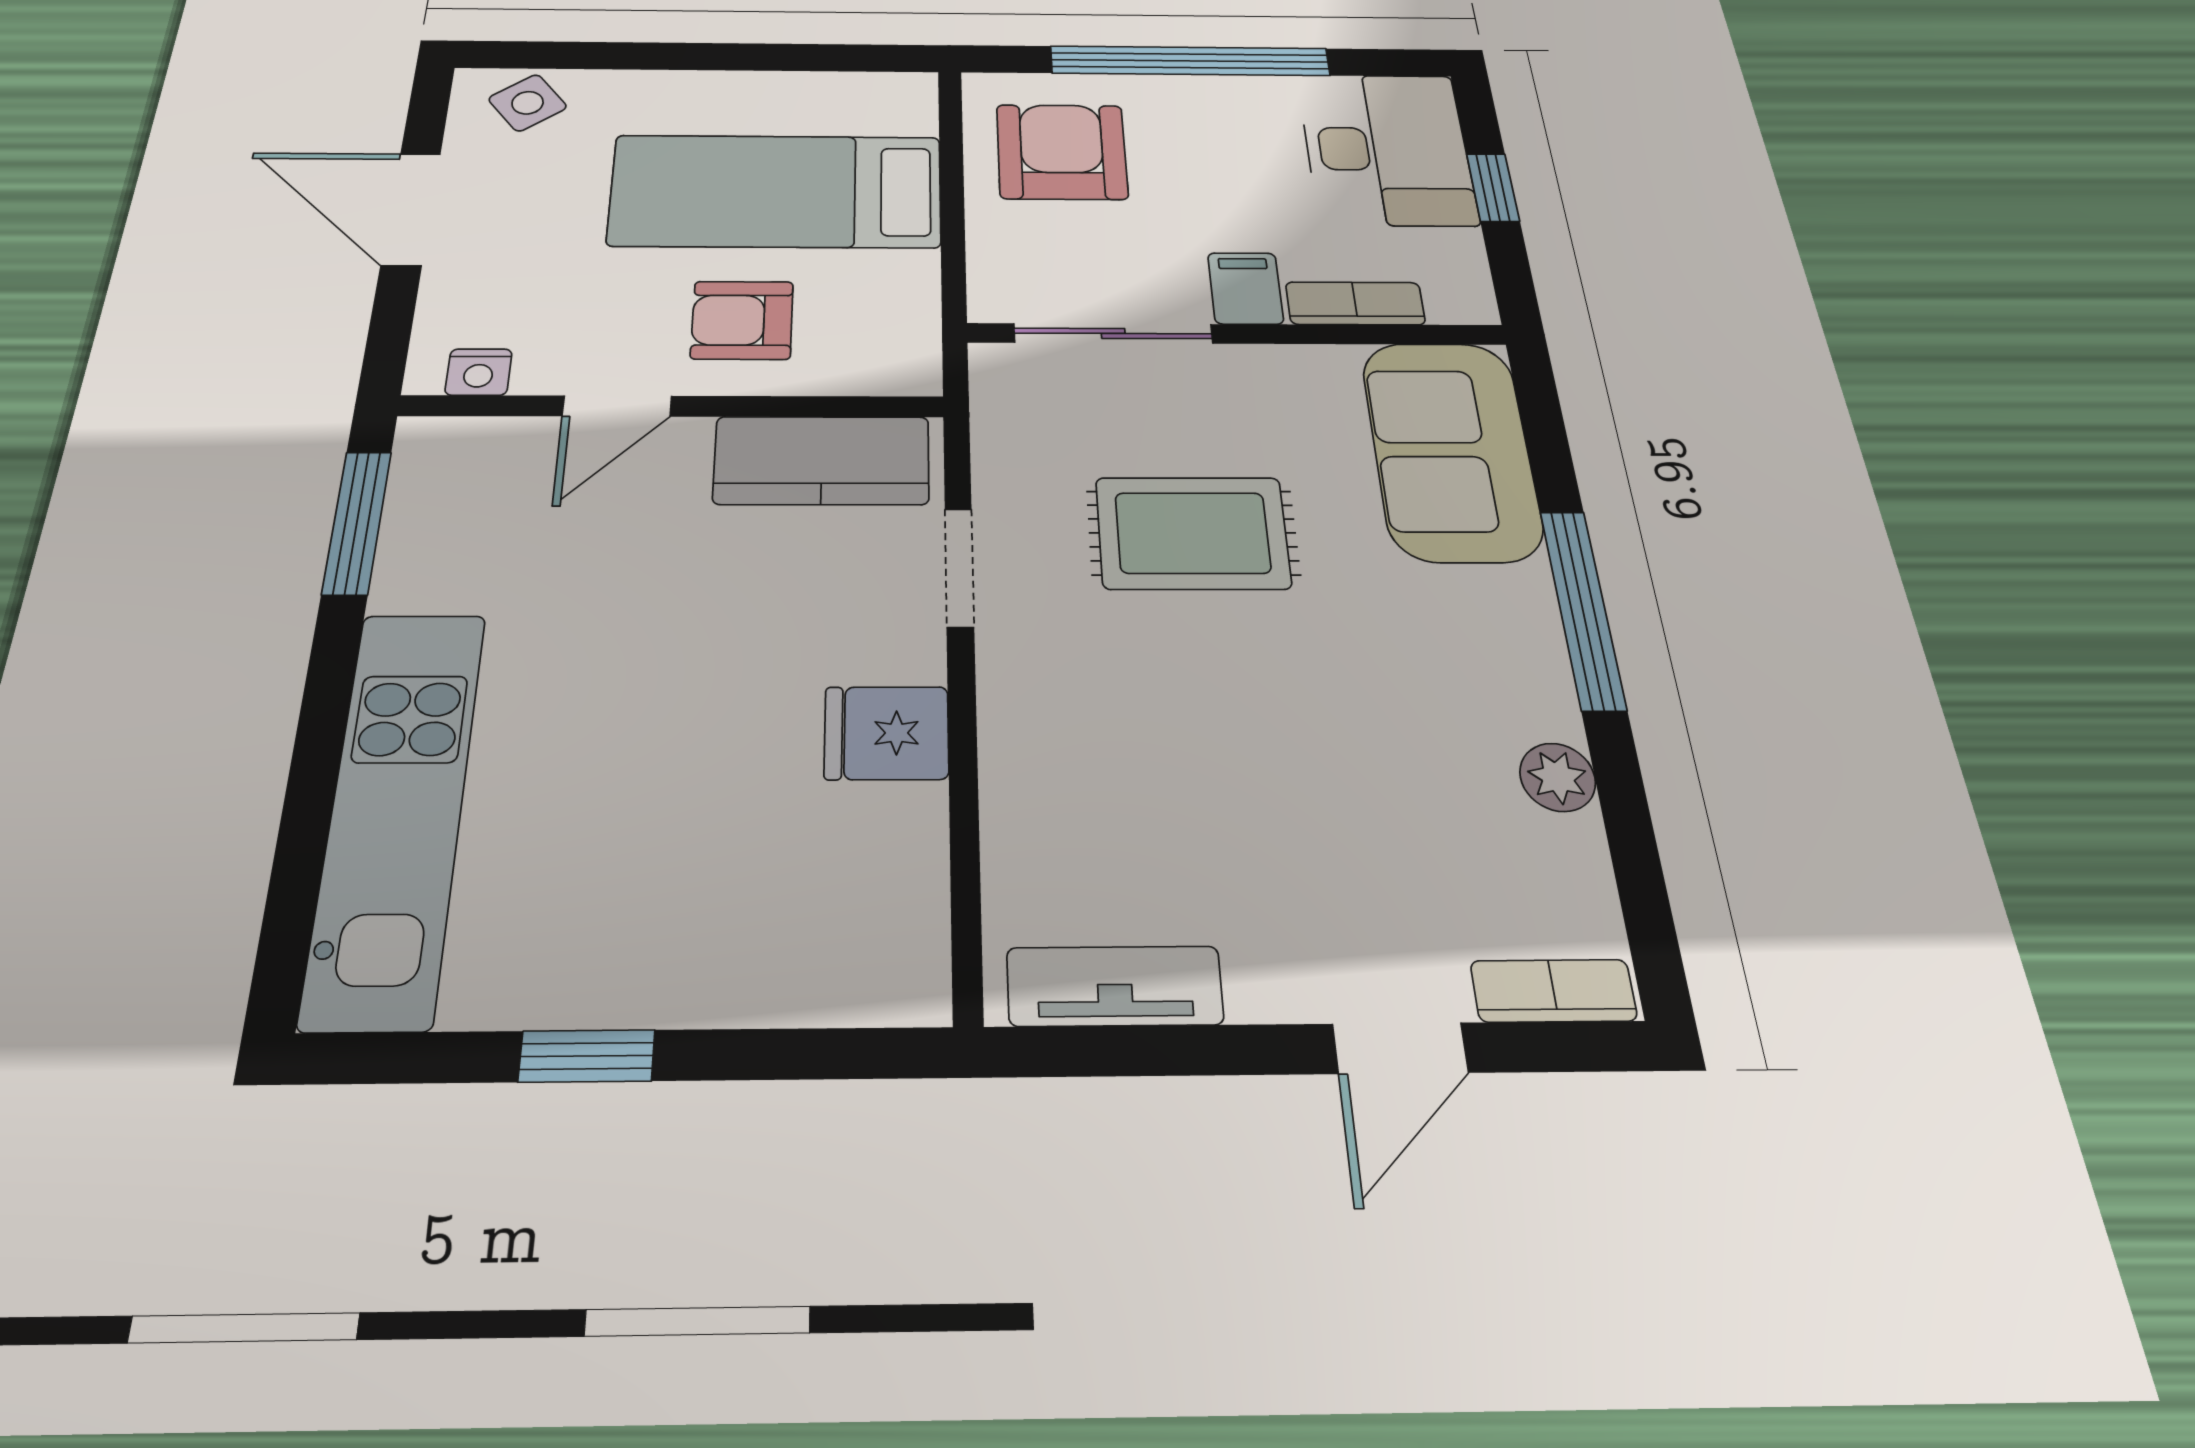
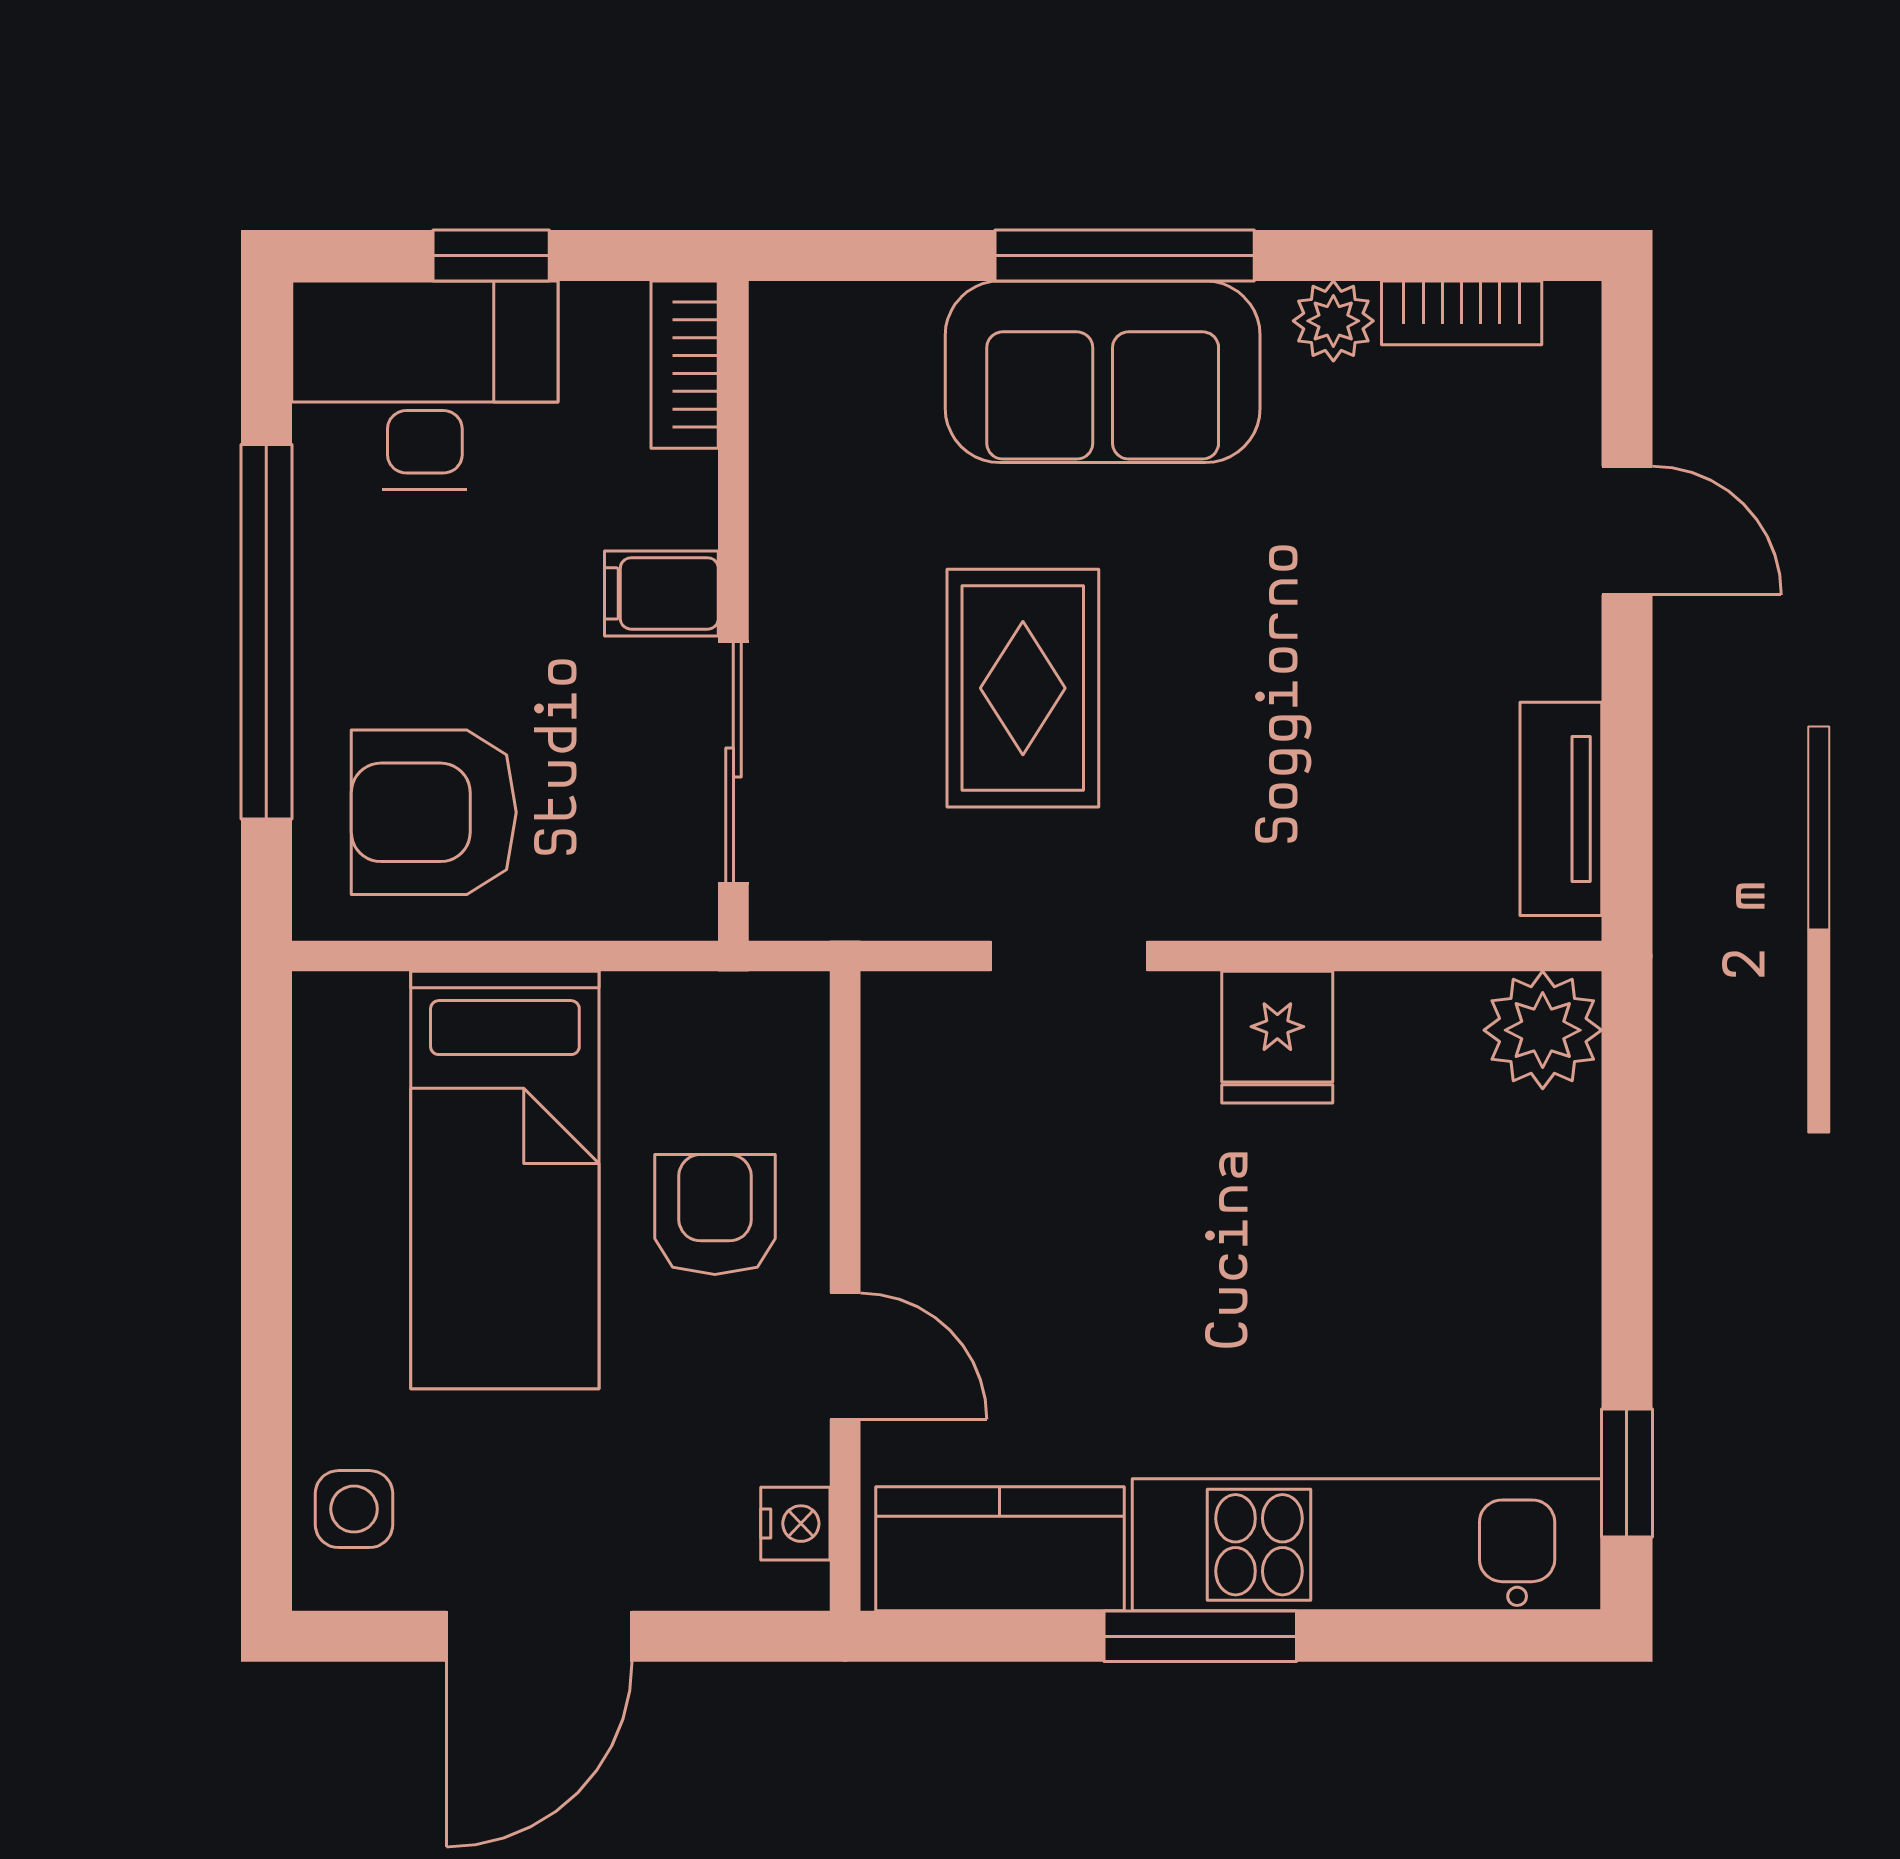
side table: (528, 103) -> (354, 1509), turned 37
bookcase: (1355, 303) -> (685, 365), moved
armchair: (742, 320) -> (715, 1214), turned 180
sofa: (1451, 450) -> (1103, 372), moved
kitchen counter: (822, 460) -> (1000, 1549), moved, turned -90
window: (357, 522) -> (1200, 1636), moved
plant: (893, 970) -> (1543, 1030), added
bookcase: (1553, 991) -> (1462, 313), moved, turned -90
window: (587, 1056) -> (1627, 1473), moved

